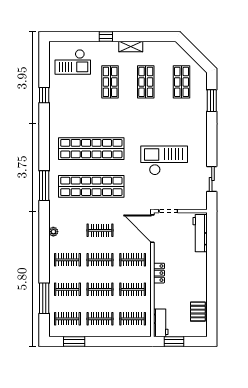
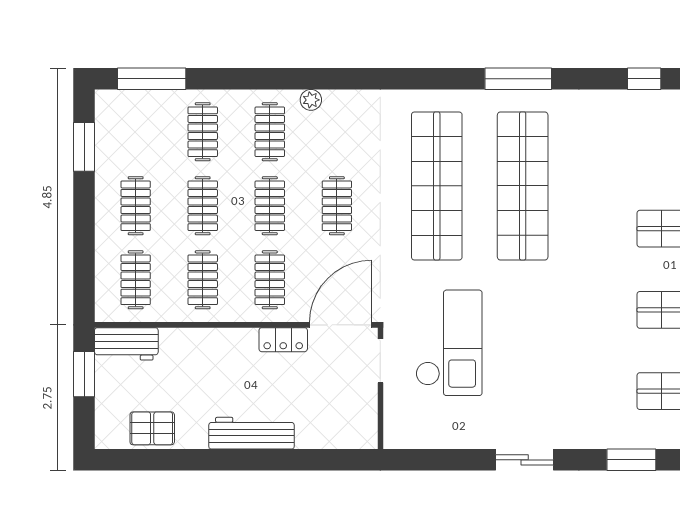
checkout: (164, 160) -> (449, 343), moved
sliding door: (212, 179) -> (525, 460), moved
window: (44, 186) -> (518, 79), moved
plant: (53, 232) -> (311, 100), moved
workbench: (200, 233) -> (251, 433), moved
locker: (159, 273) -> (283, 340), moved
window: (44, 298) -> (152, 79), moved
clothes rail: (67, 319) -> (136, 132), removed

